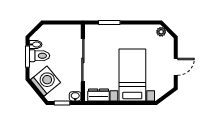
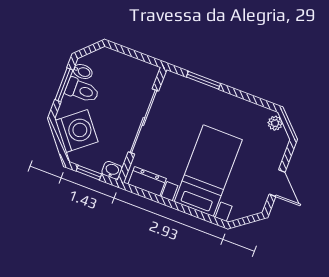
door: (176, 67) -> (277, 183), hinge flipped

